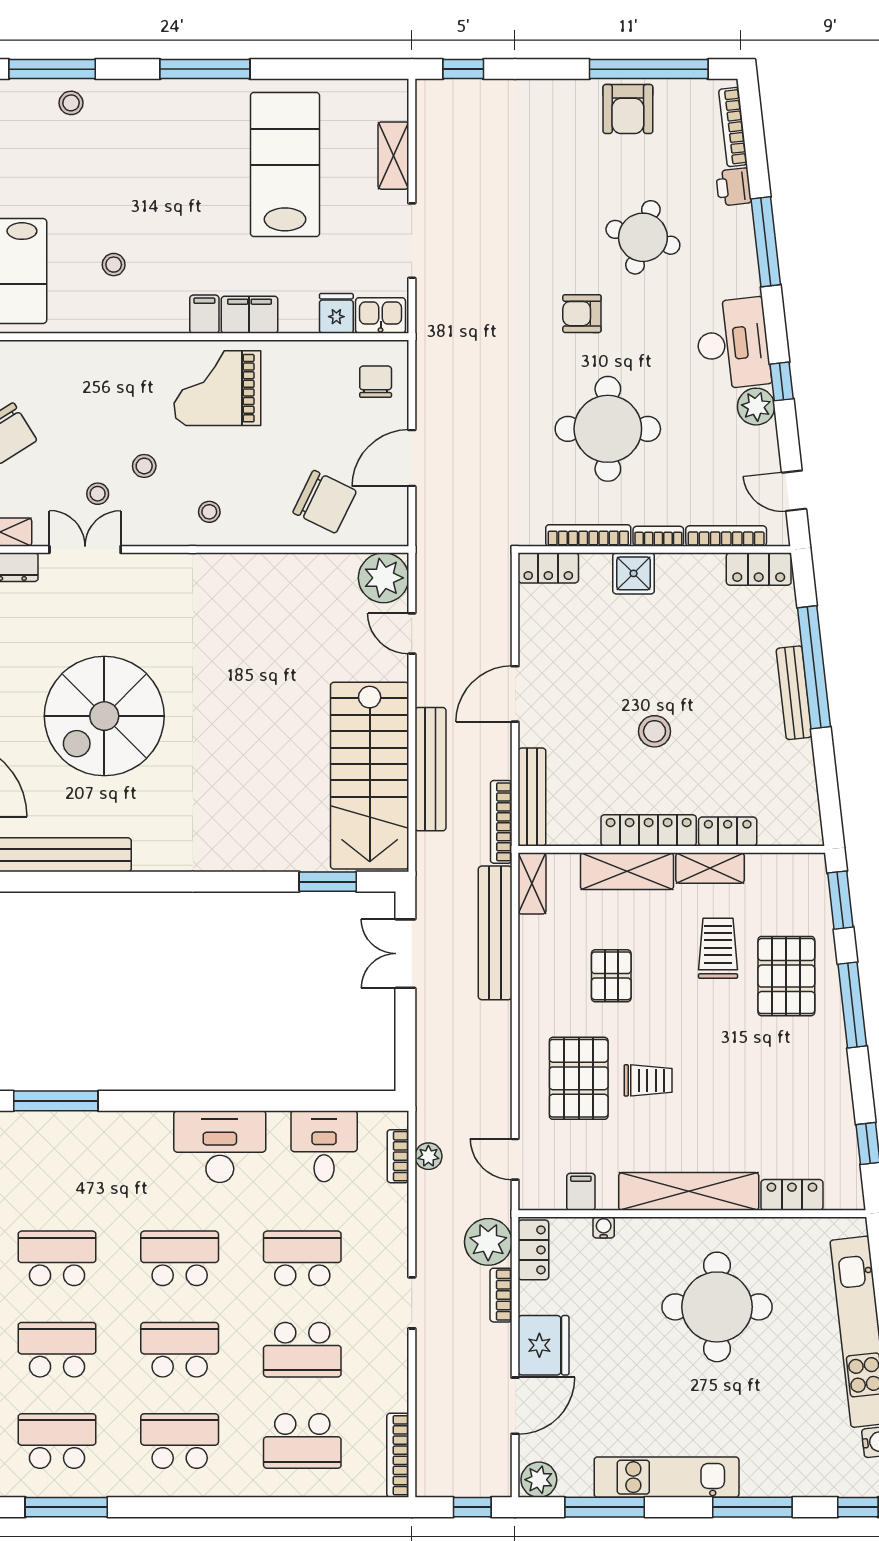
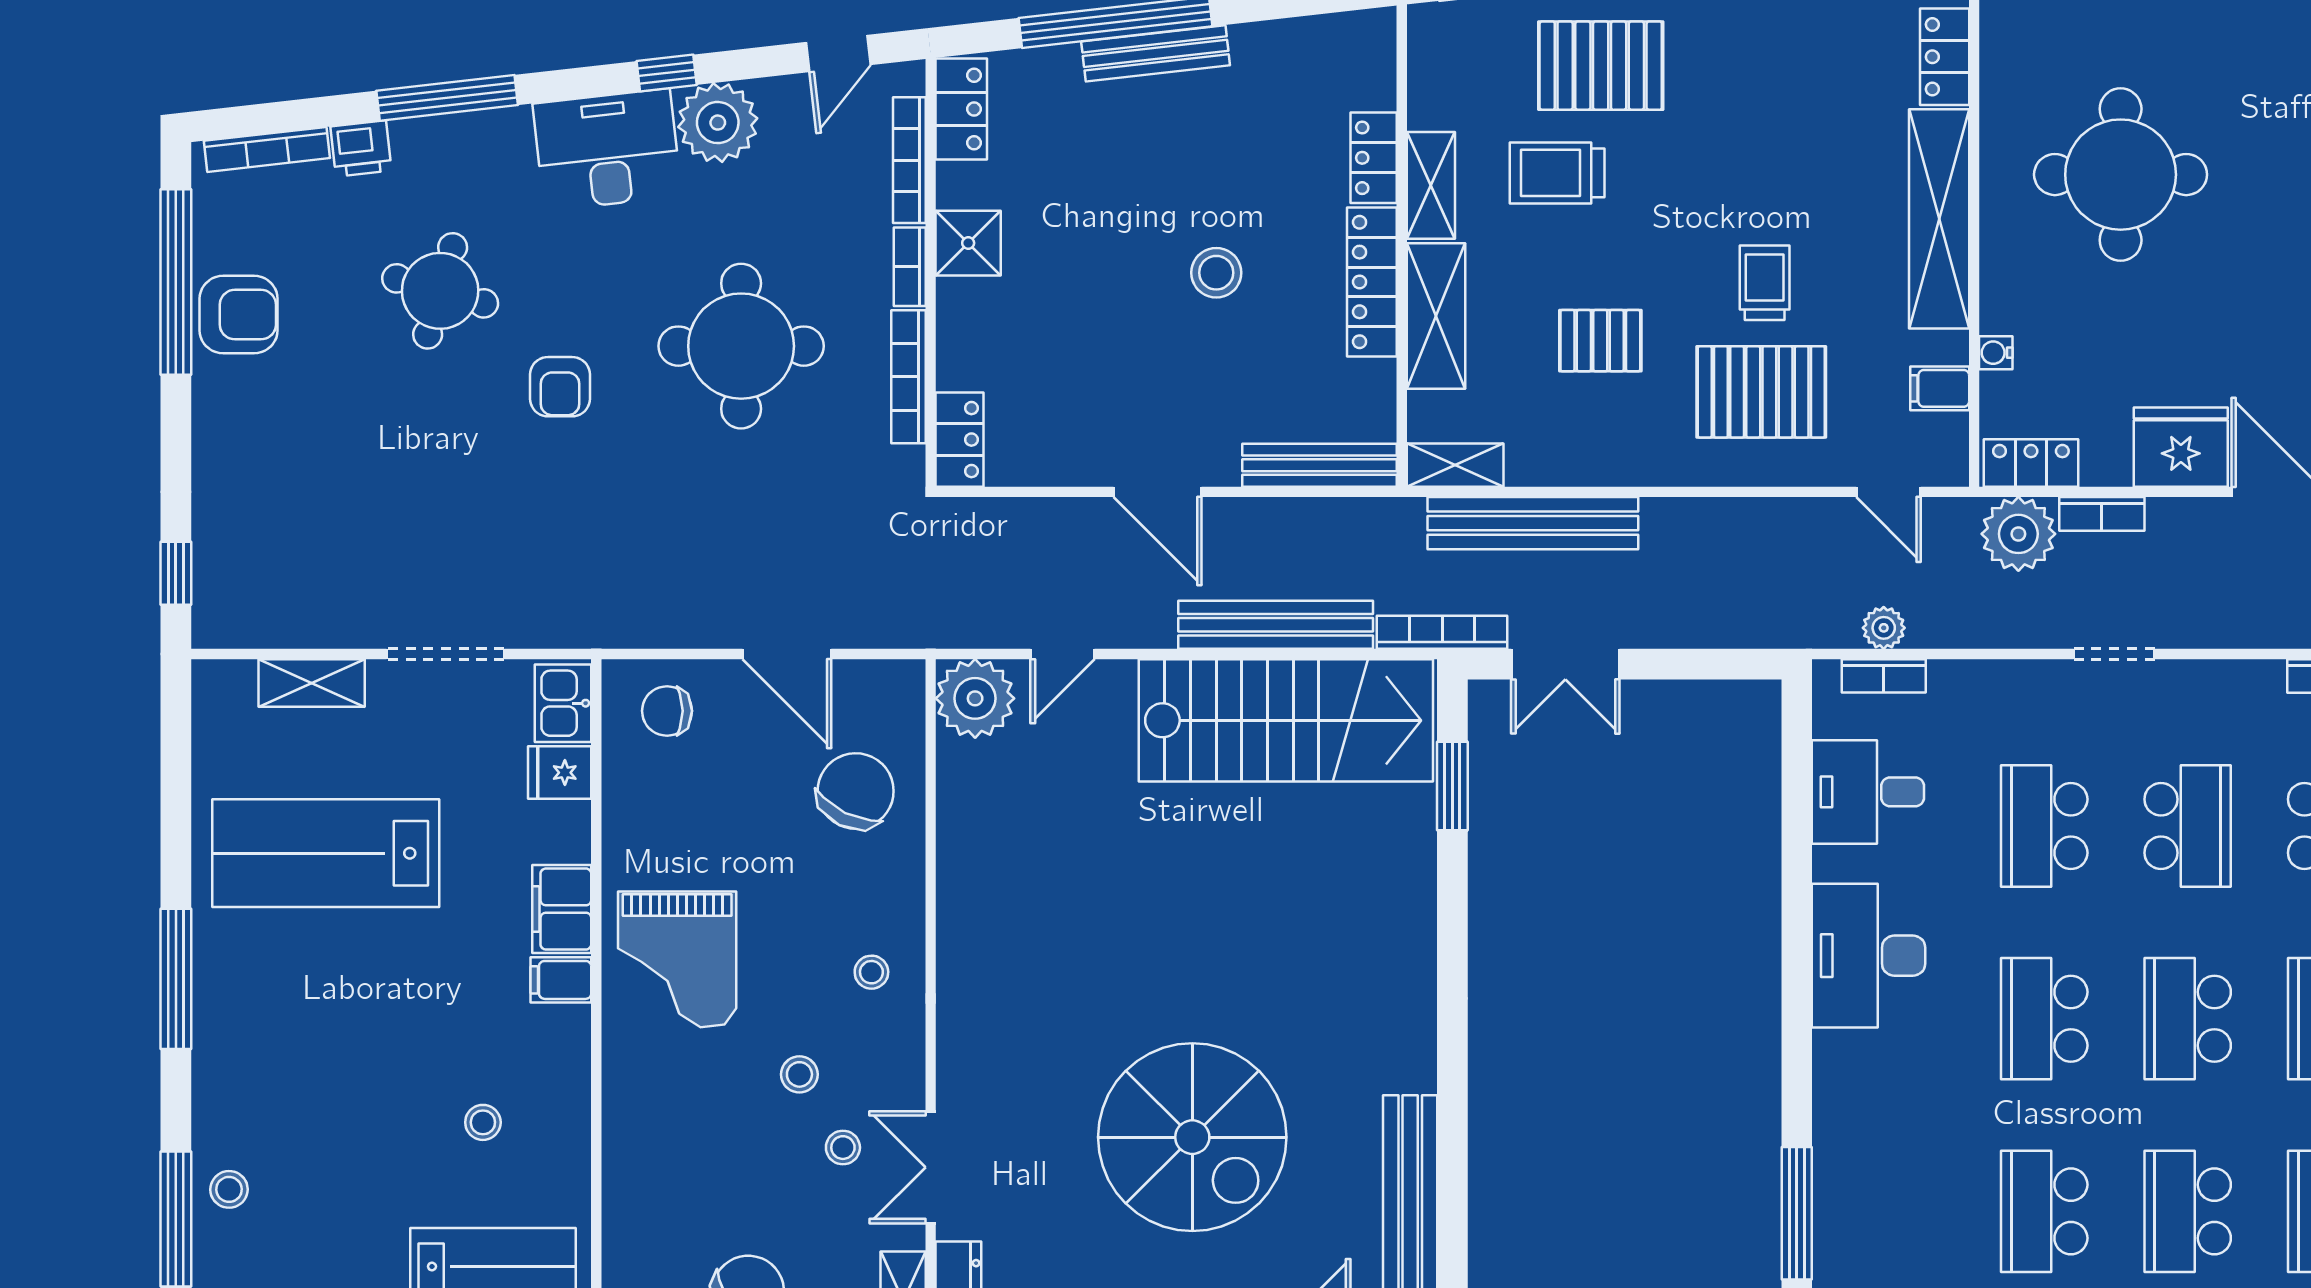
plant: (756, 407) -> (718, 123), width x1.36, depth x1.36
shower: (634, 573) -> (968, 243), moved
bookcase: (501, 822) -> (1442, 632), moved, turned 180
door: (515, 1159) -> (1888, 492), hinge flipped

